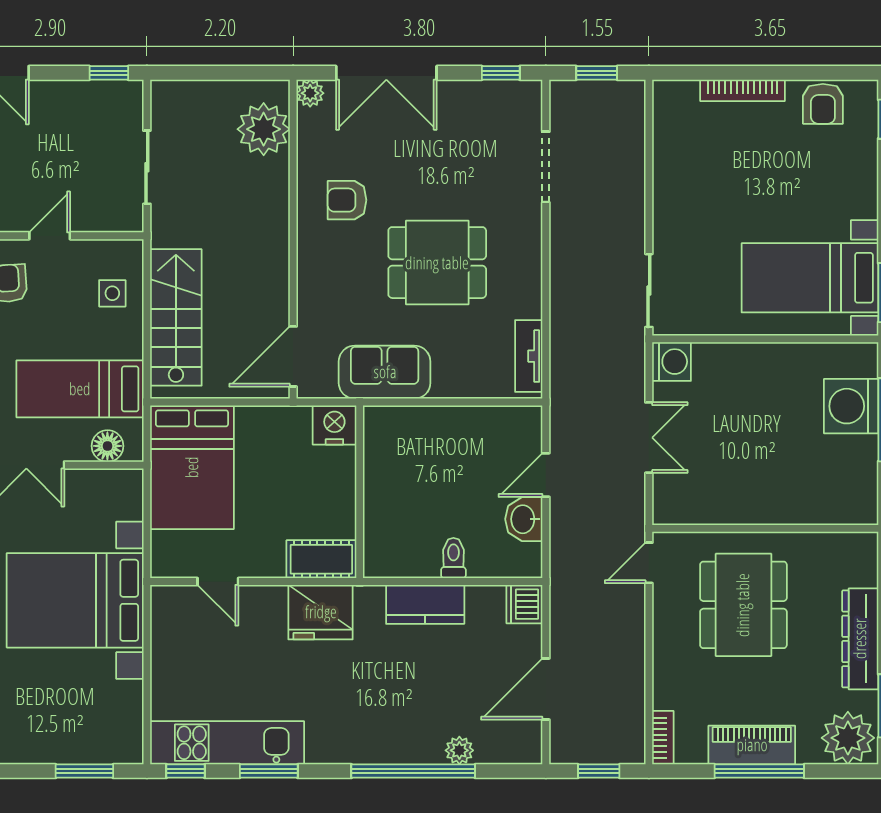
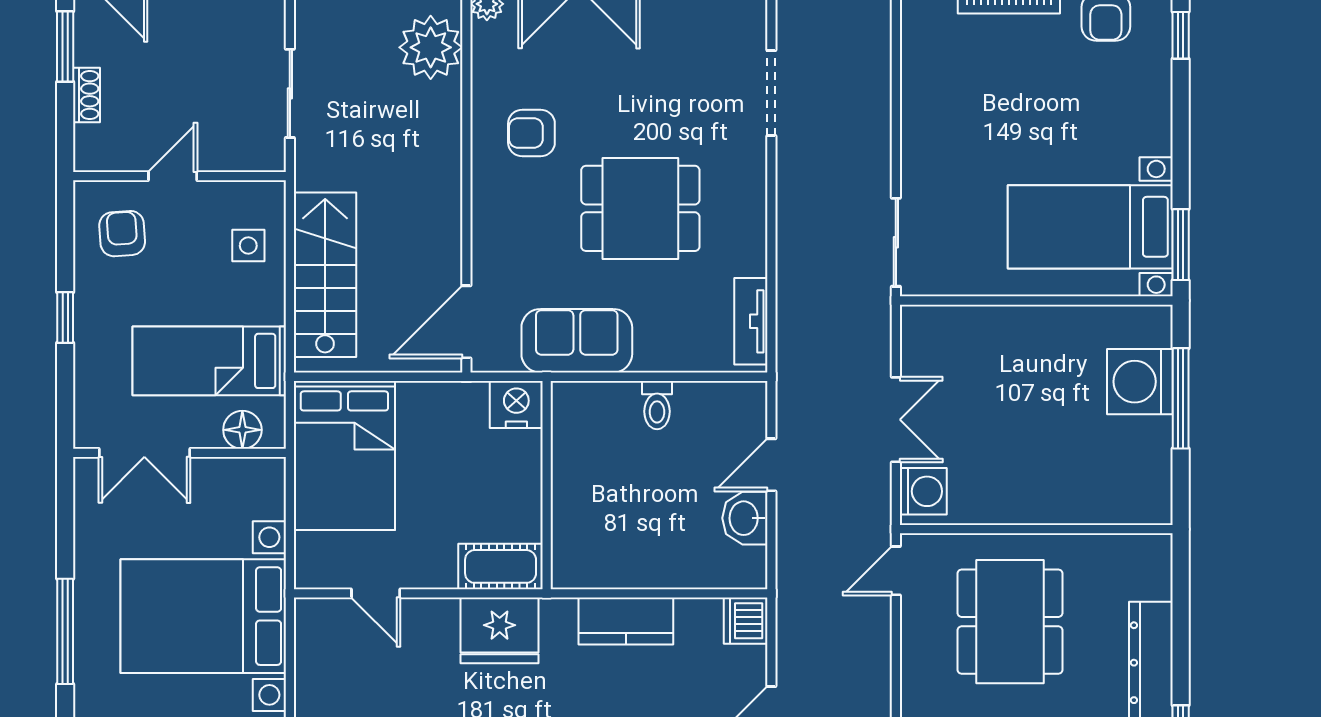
washing machine: (672, 362) -> (923, 491), moved
toilet: (453, 558) -> (657, 405), moved, turned 180

